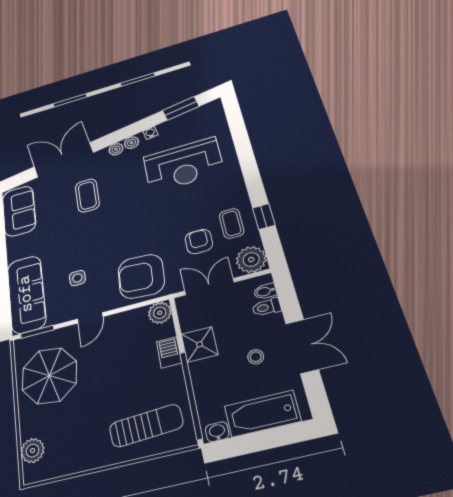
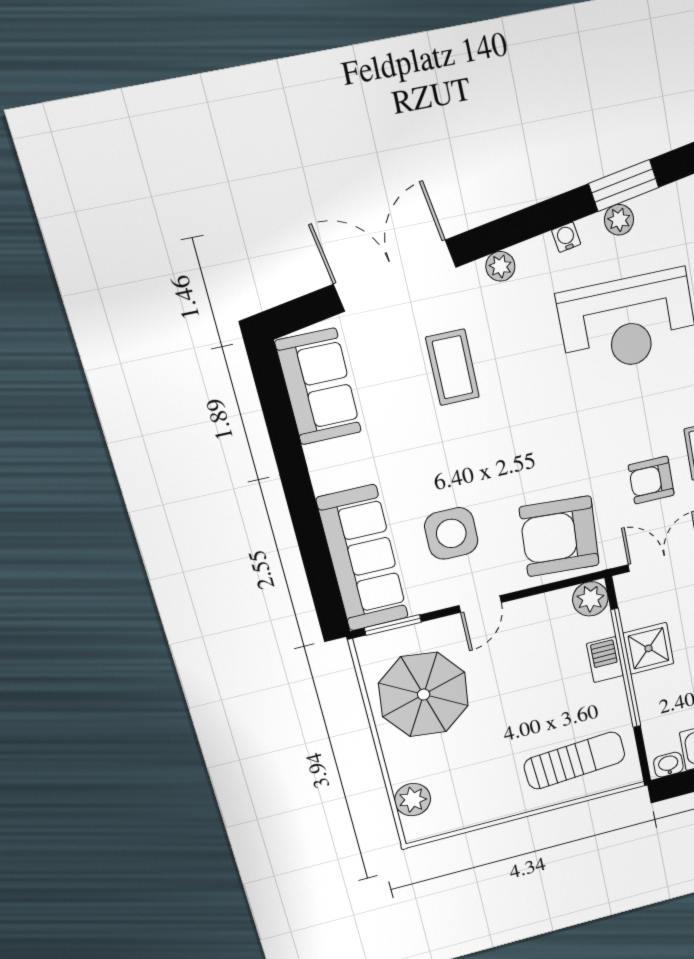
plant: (132, 143) -> (619, 220), moved
armchair: (199, 241) -> (651, 480), turned -90
side table: (77, 278) -> (451, 533), width x1.87, depth x1.87
window: (191, 395) -> (626, 669), moved

